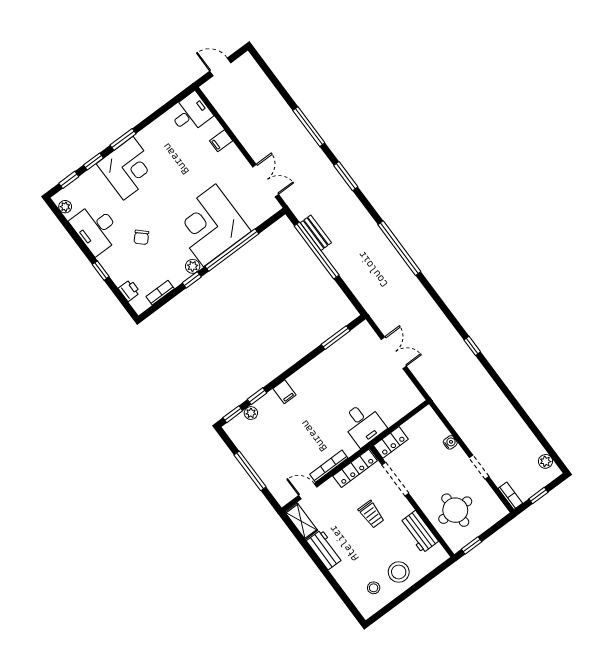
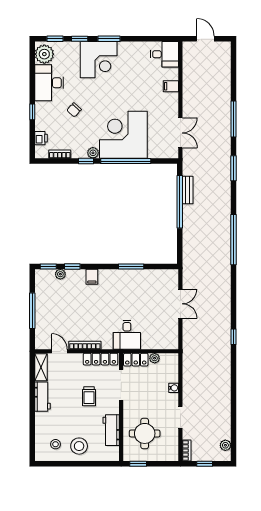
plant: (65, 207) -> (44, 54), width x1.88, depth x1.88
window: (336, 338) -> (131, 266), moved
plant: (409, 427) -> (155, 358), added

